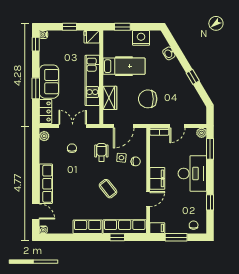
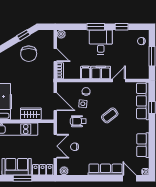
window: (193, 77) -> (23, 35), moved
chair: (148, 99) -> (29, 54), moved
double door: (73, 126) -> (55, 146), swing flipped
window: (210, 149) -> (96, 27), moved
desk: (192, 174) -> (101, 42), width x0.73
door: (148, 199) -> (119, 81), hinge flipped
door: (36, 211) -> (129, 178), hinge flipped
row of seats: (88, 227) -> (143, 145), moved
filing cabinet: (157, 228) -> (86, 73), moved

